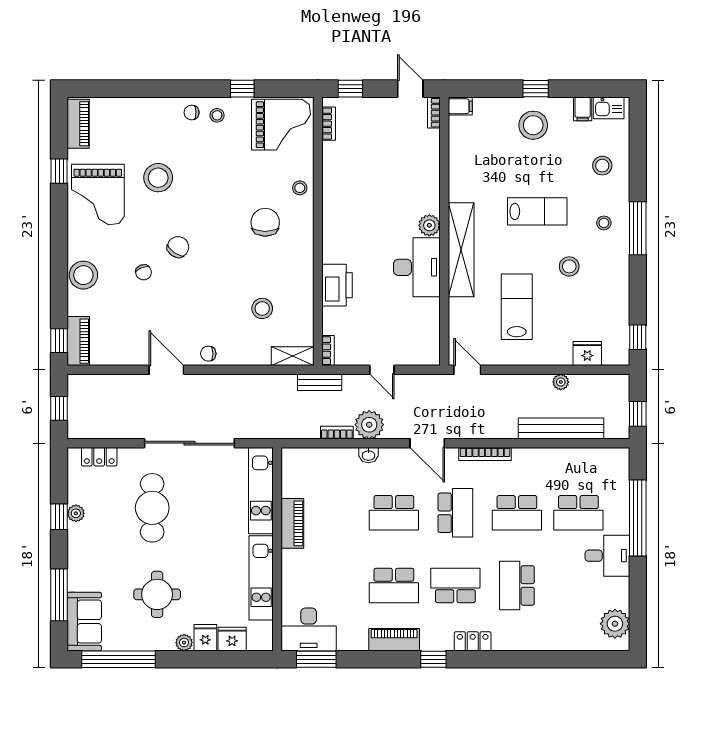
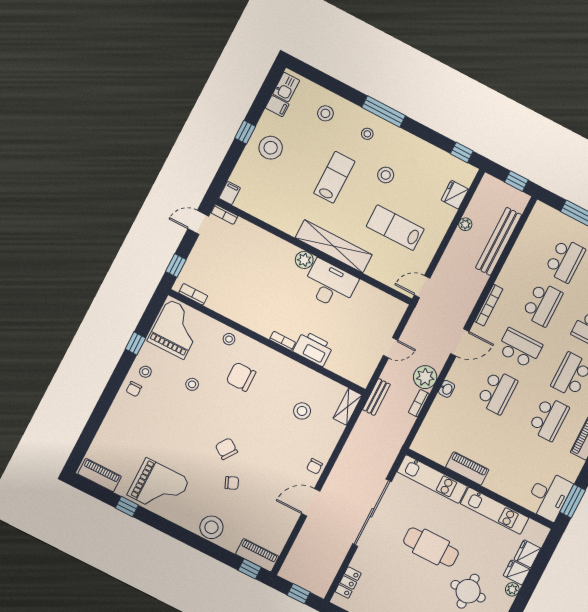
stool: (158, 178) -> (192, 384), moved, width x0.53, depth x0.53
bookcase: (328, 351) -> (282, 341), moved
cafe table: (152, 508) -> (431, 547), moved

